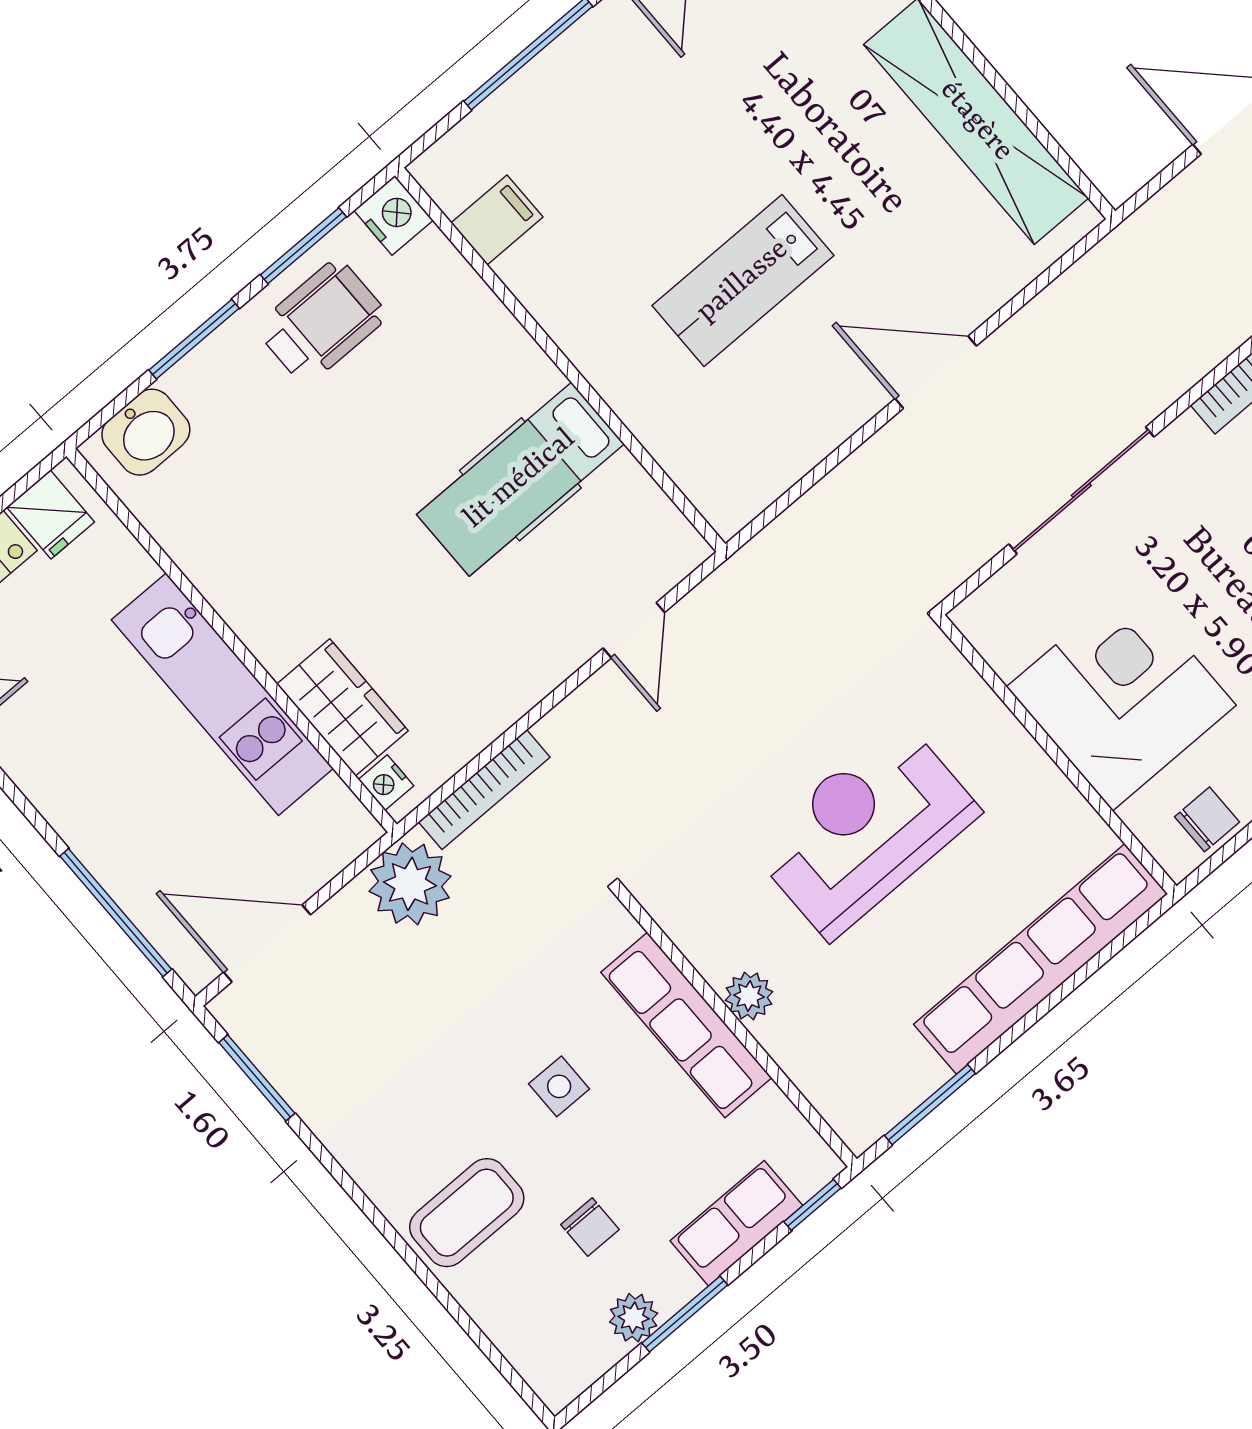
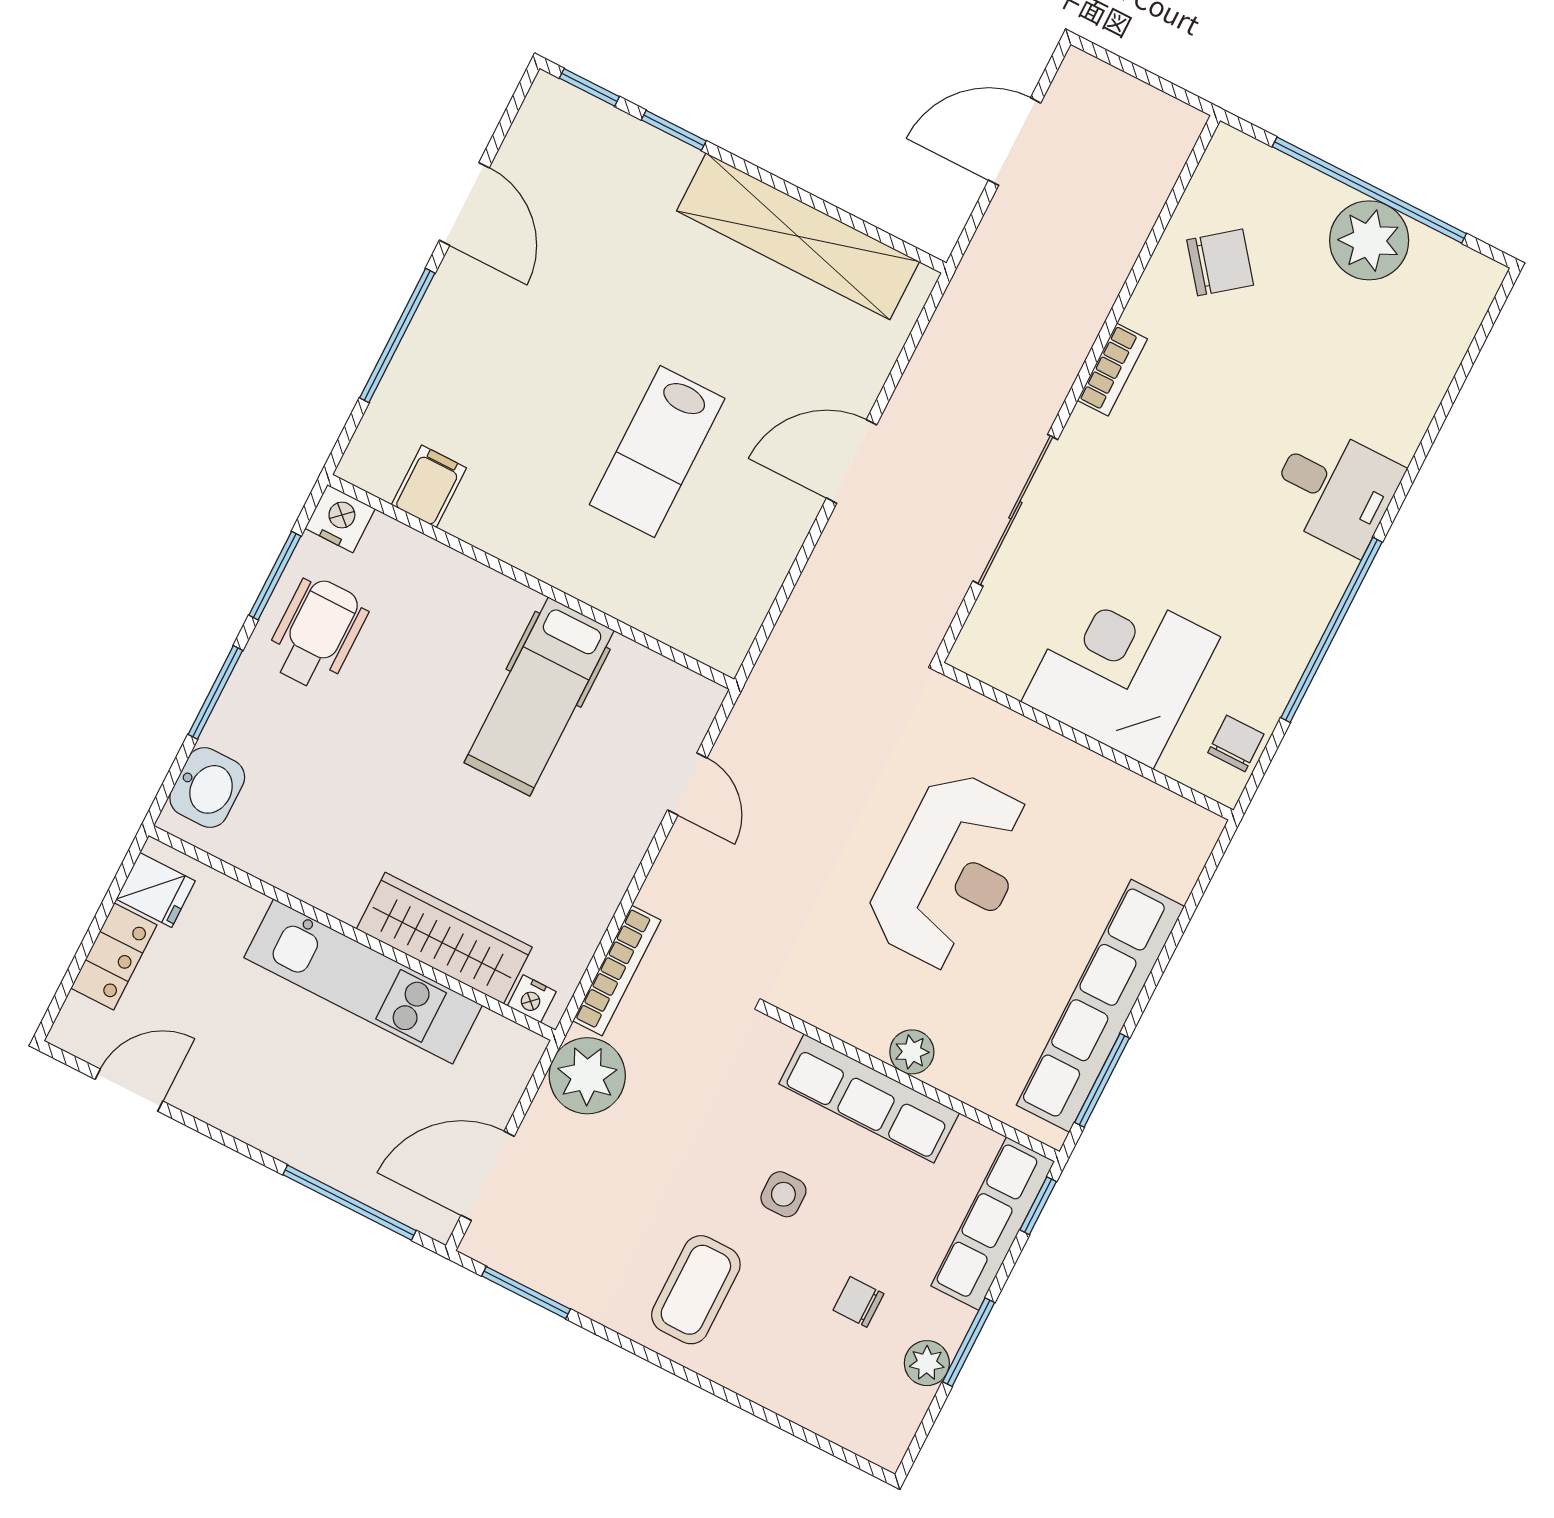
wardrobe: (343, 707) -> (444, 938), width x1.50
reception desk: (865, 830) -> (952, 871), turned 180
row of seats: (1041, 959) -> (1100, 1006), moved
coffee table: (467, 1213) -> (696, 1290), moved
row of seats: (736, 1223) -> (993, 1224), width x1.48
chair: (590, 1227) -> (859, 1302), turned 180

